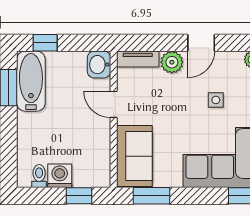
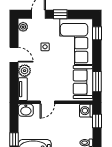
sofa: (134, 156) -> (83, 82), moved, turned -90
washing machine: (60, 176) -> (86, 111), moved

